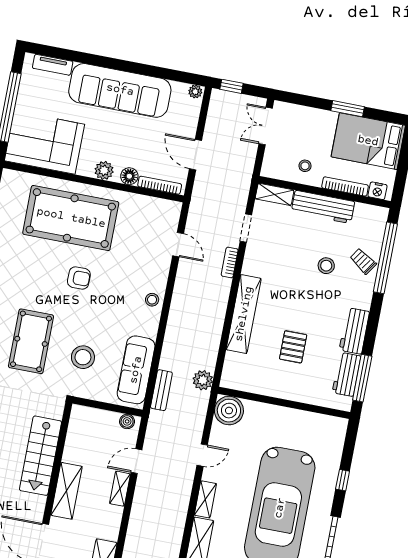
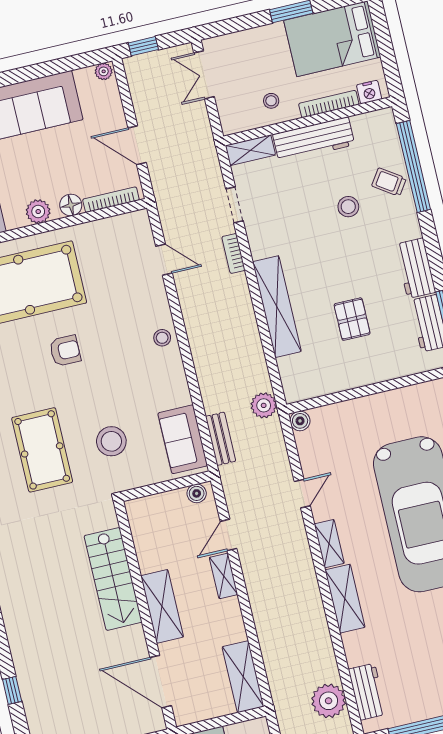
sofa: (136, 370) -> (183, 439), width x0.73
boiler: (229, 411) -> (300, 421), width x0.54, depth x0.54

